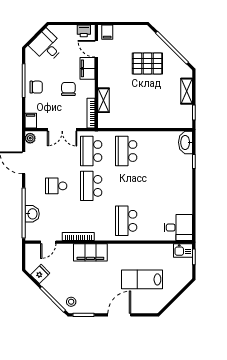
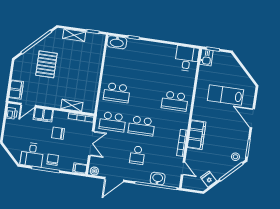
filing cabinet: (107, 32) -> (16, 90), width x2.00
desk: (47, 46) -> (32, 155), moved, turned -45
lab bench: (142, 279) -> (225, 95), turned 90

